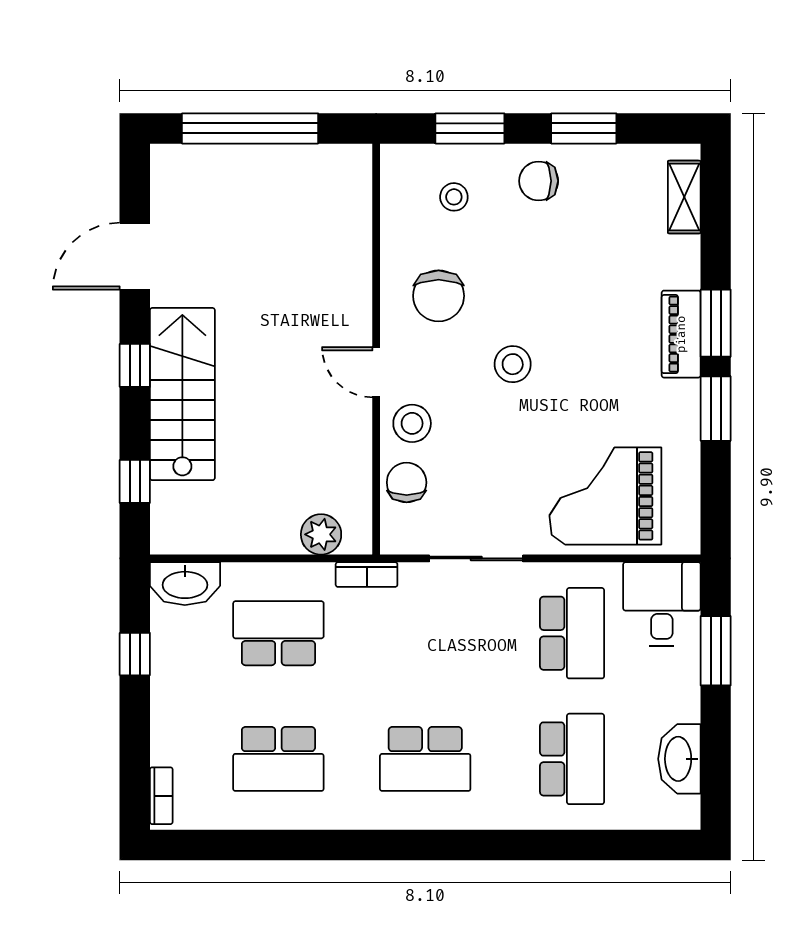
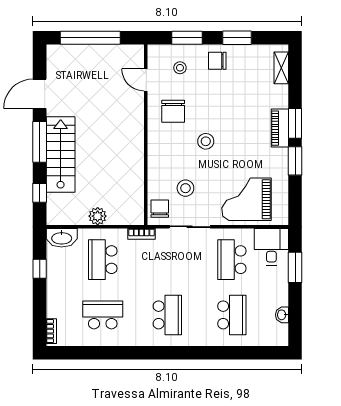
window: (135, 365) -> (40, 142), width x2.17
door: (376, 372) -> (146, 80), moved
stool: (412, 423) -> (185, 188), moved
chair: (407, 482) -> (160, 209), moved
plant: (321, 534) -> (98, 216), moved
school desk: (278, 633) -> (103, 260), turned -90
school desk: (572, 633) -> (232, 260), turned 180
school desk: (278, 759) -> (103, 315), turned 180
school desk: (425, 759) -> (167, 315), turned -90
washbasin: (679, 759) -> (282, 315), width x0.52, depth x0.69

